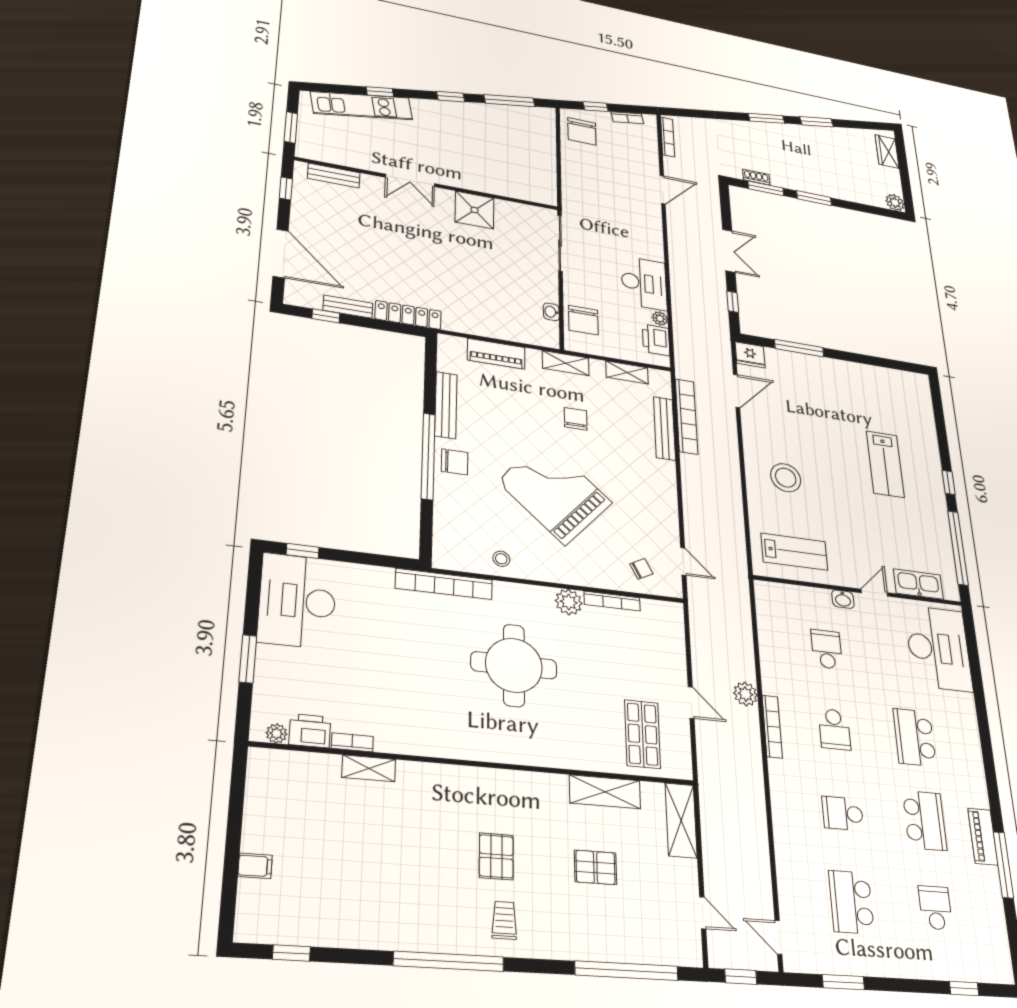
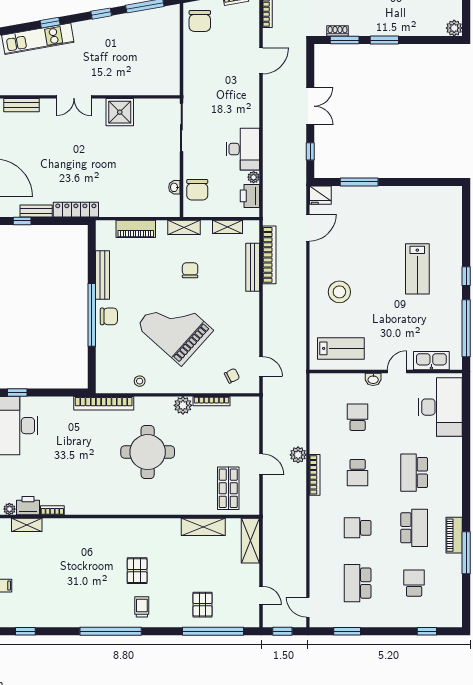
shelving: (369, 768) -> (27, 525), moved
pallet: (595, 867) -> (203, 605), moved, turned 90

